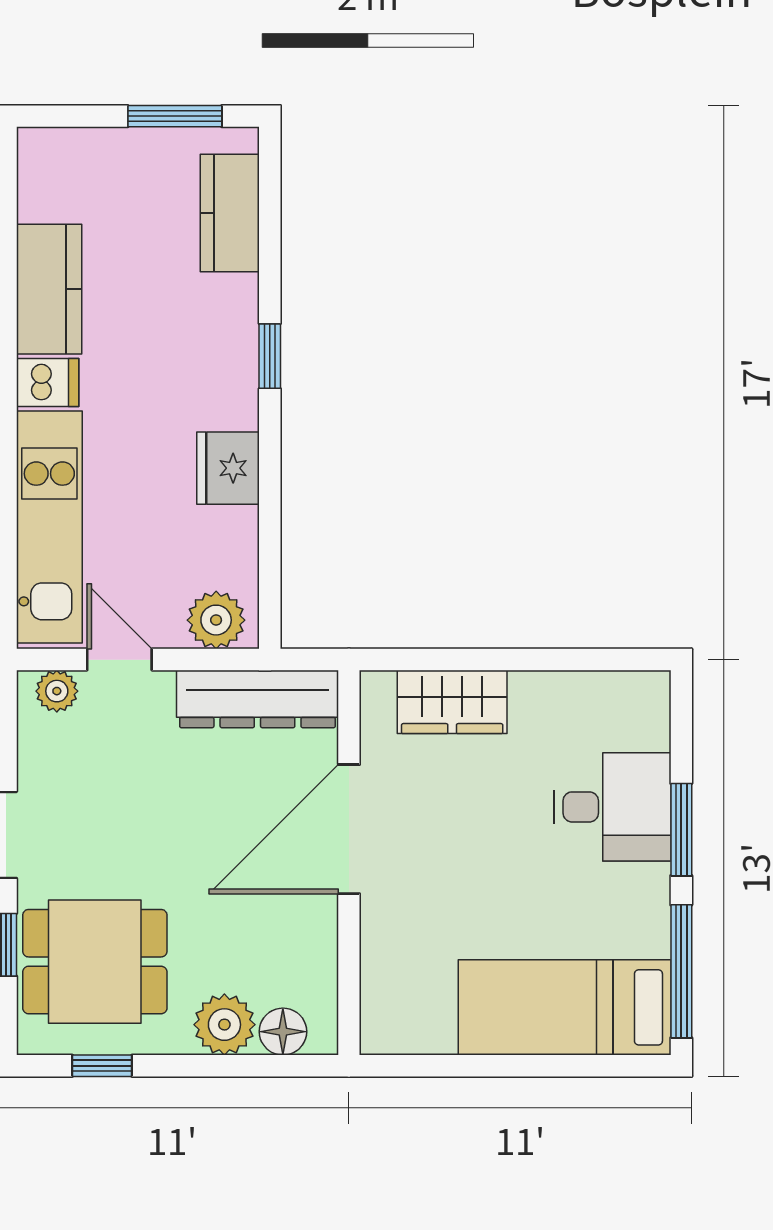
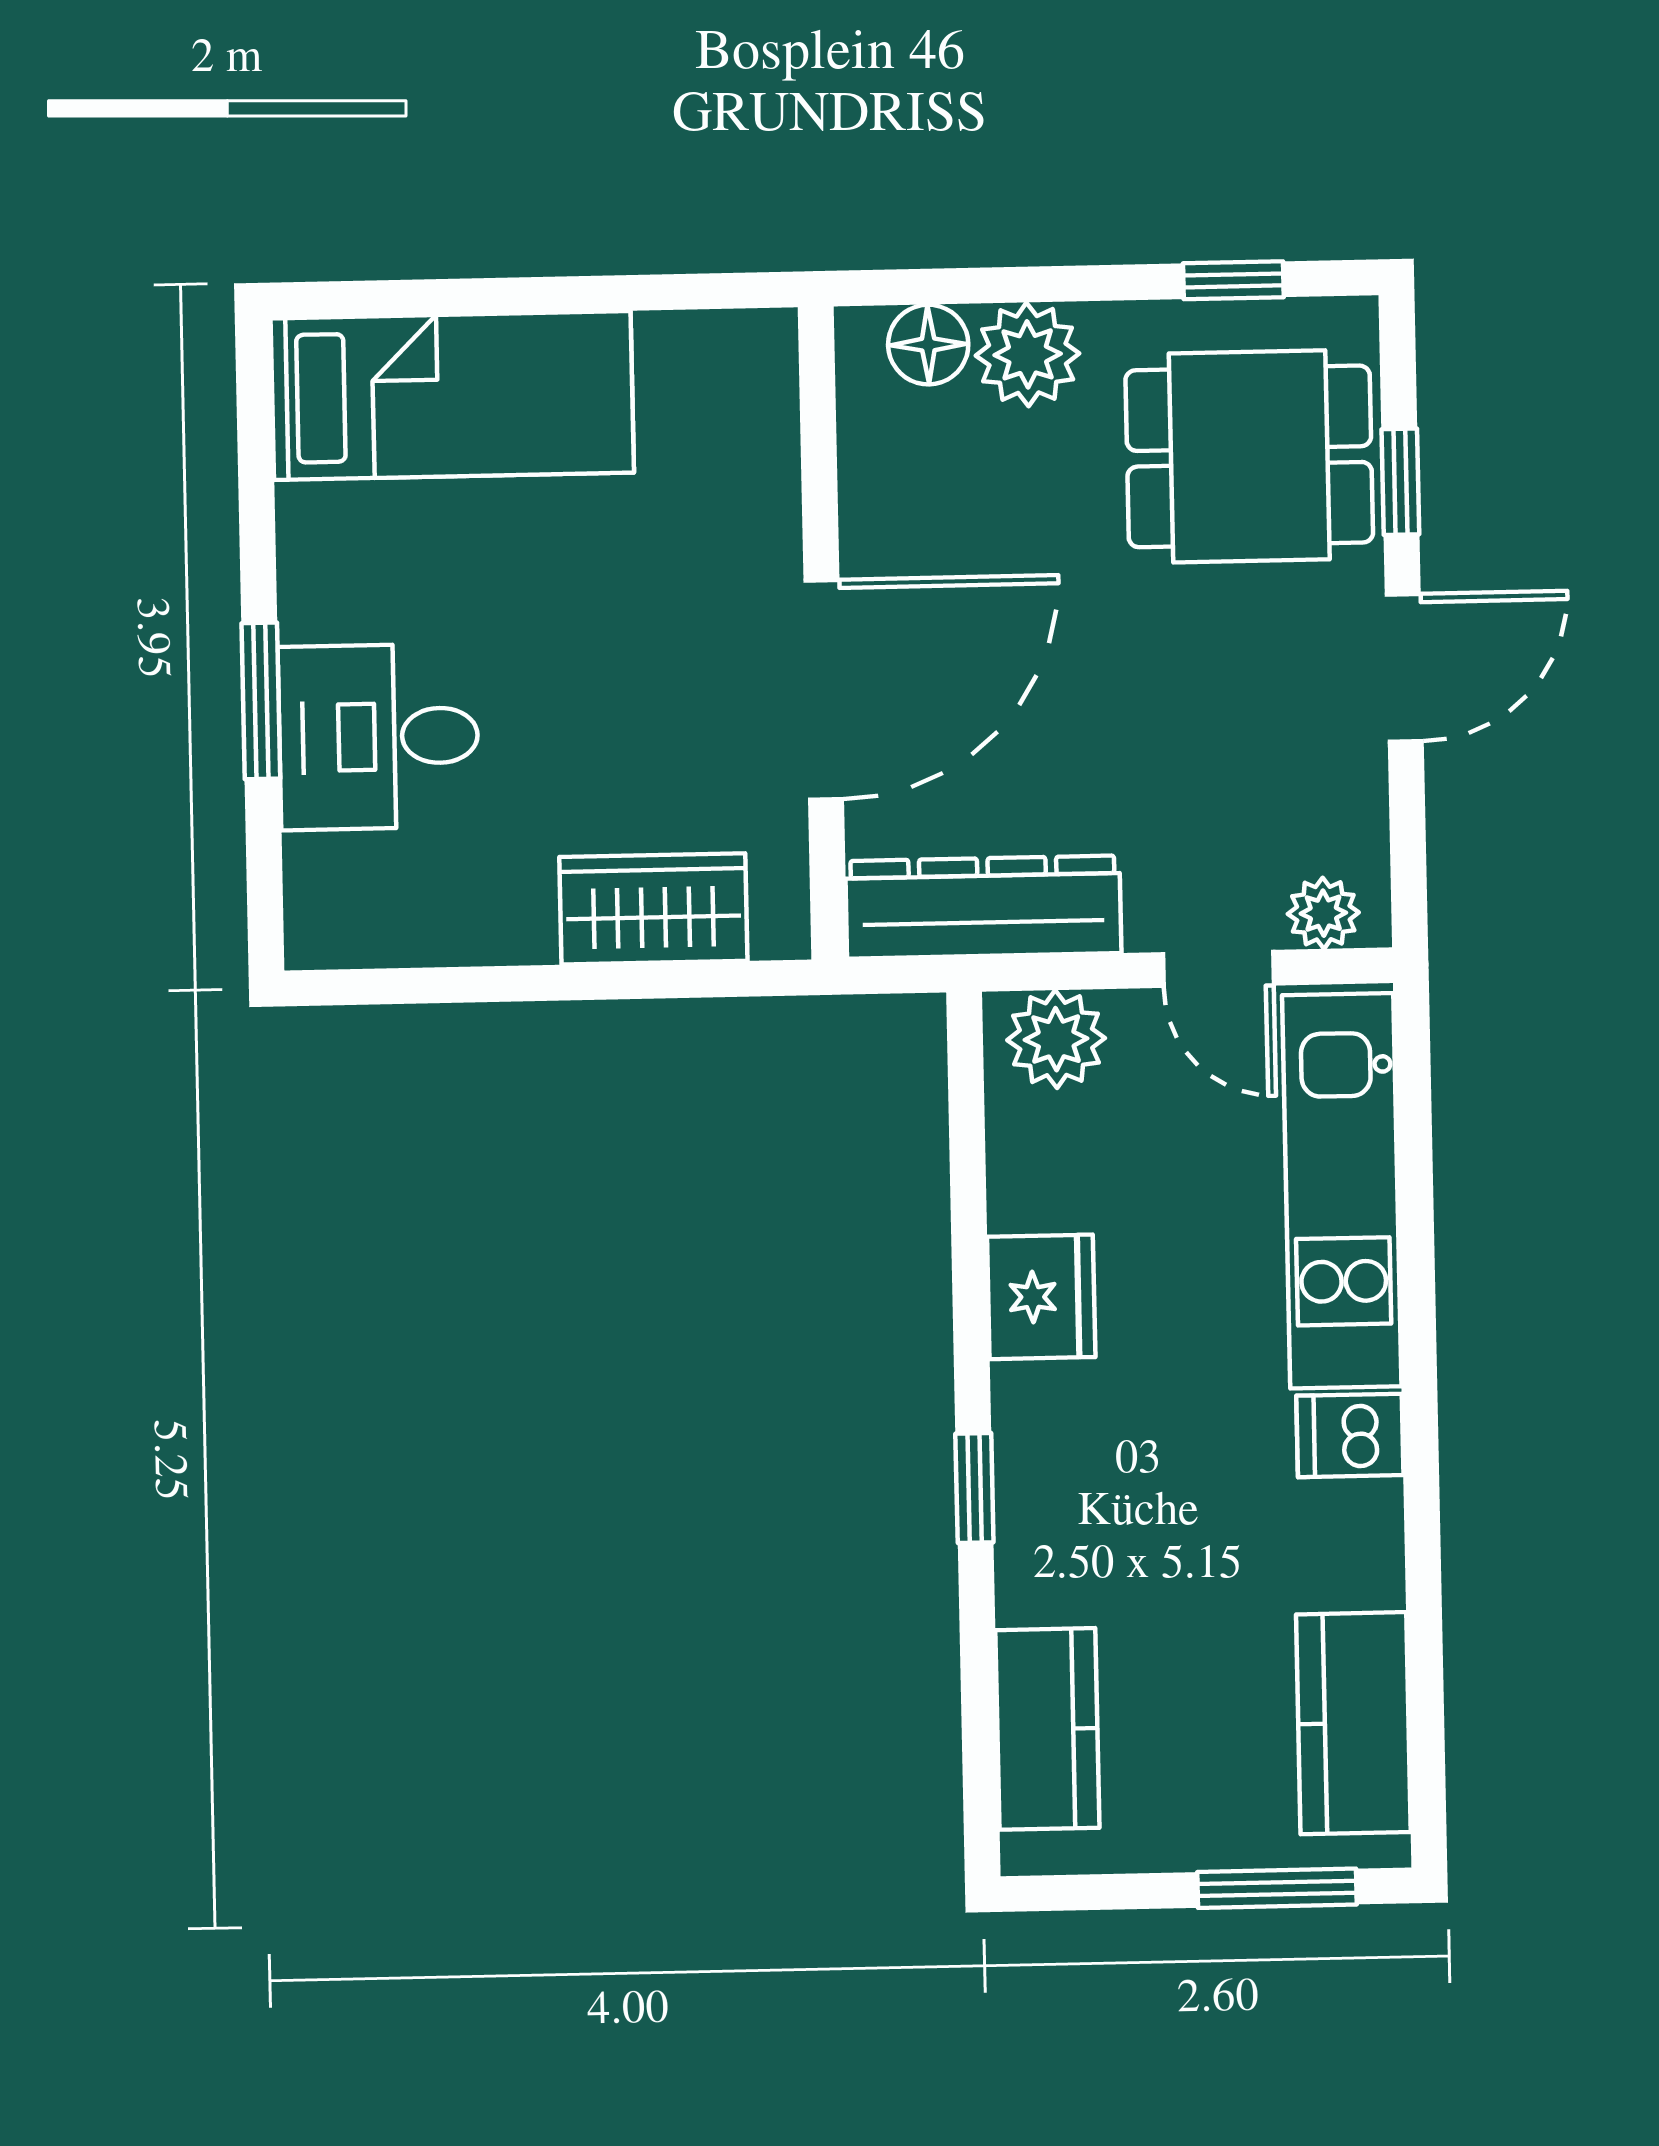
window: (175, 116) -> (1277, 1888), moved
kitchen counter: (49, 289) -> (1353, 1723), moved
window: (681, 971) -> (256, 461), removed

